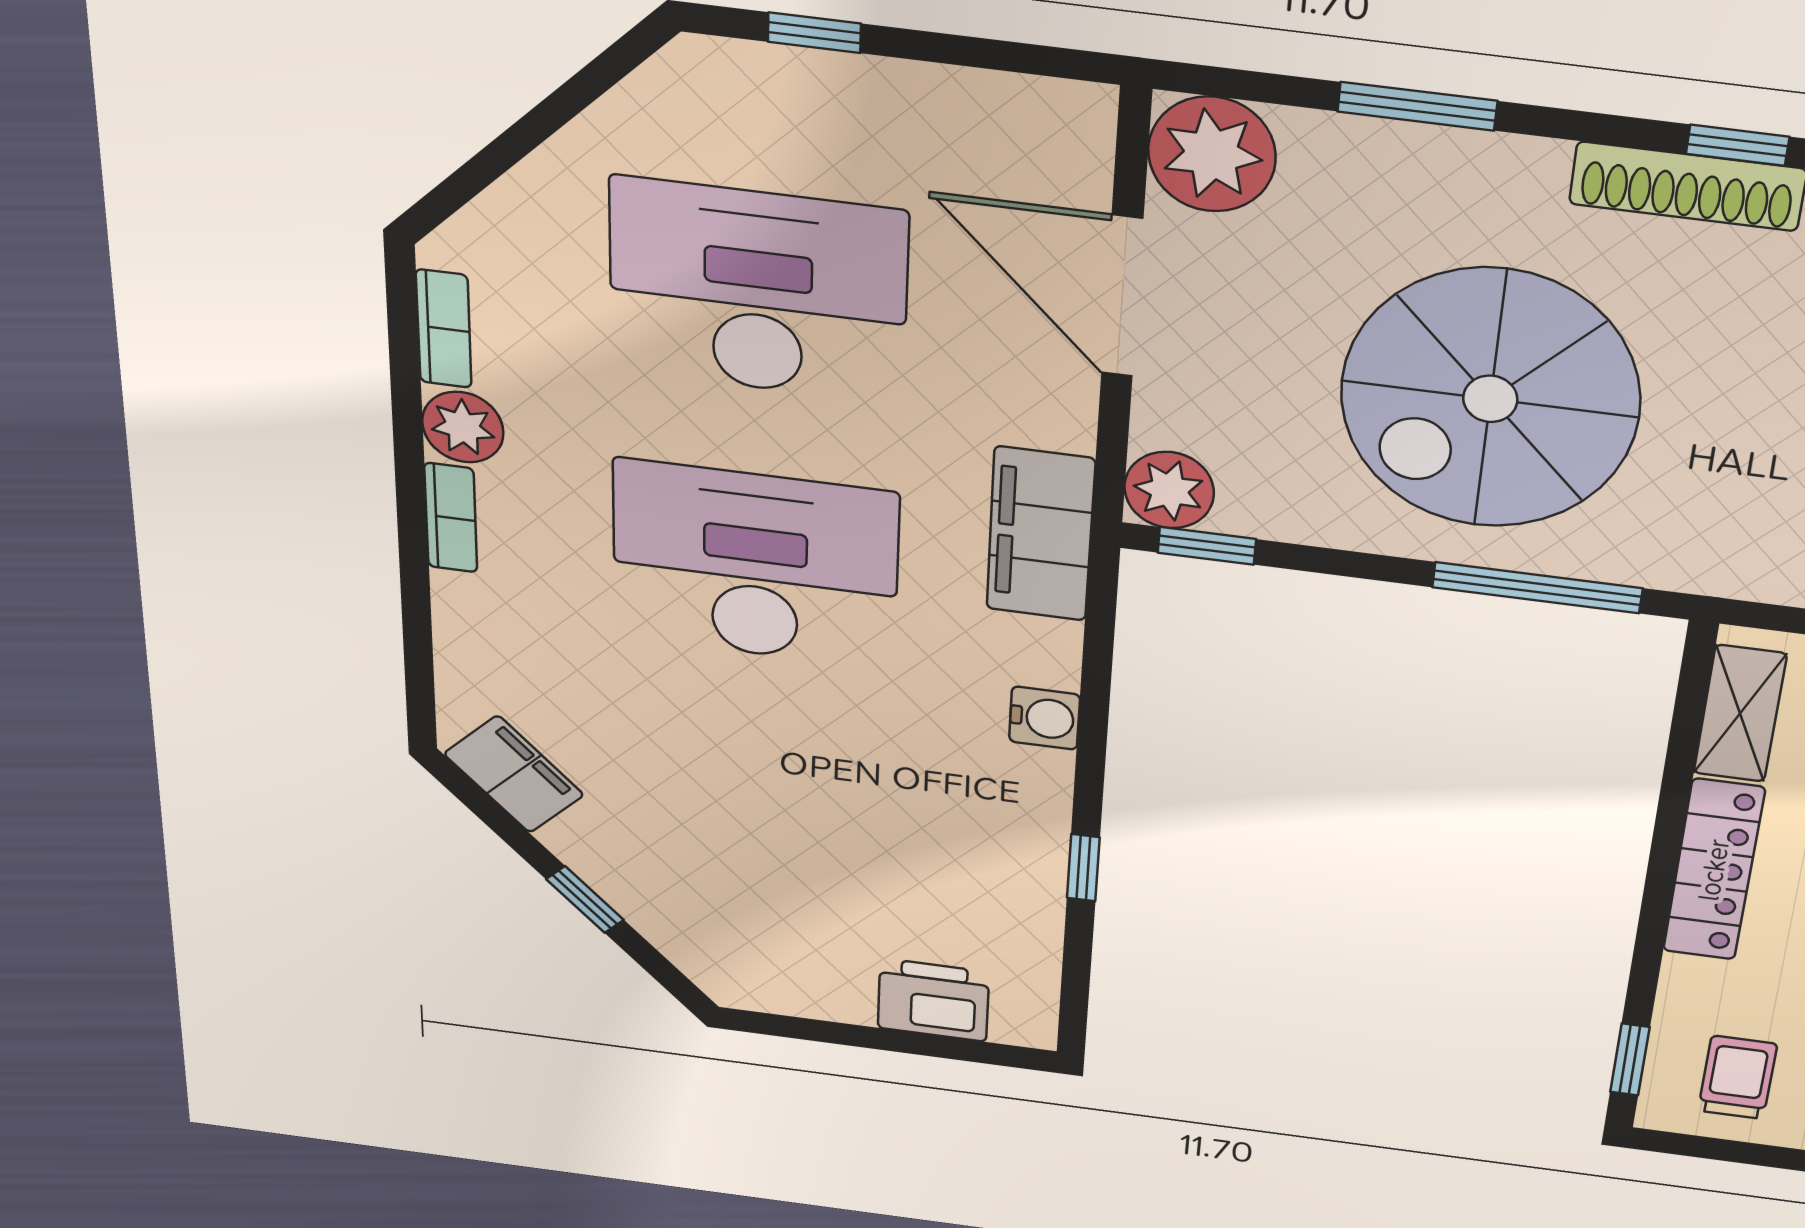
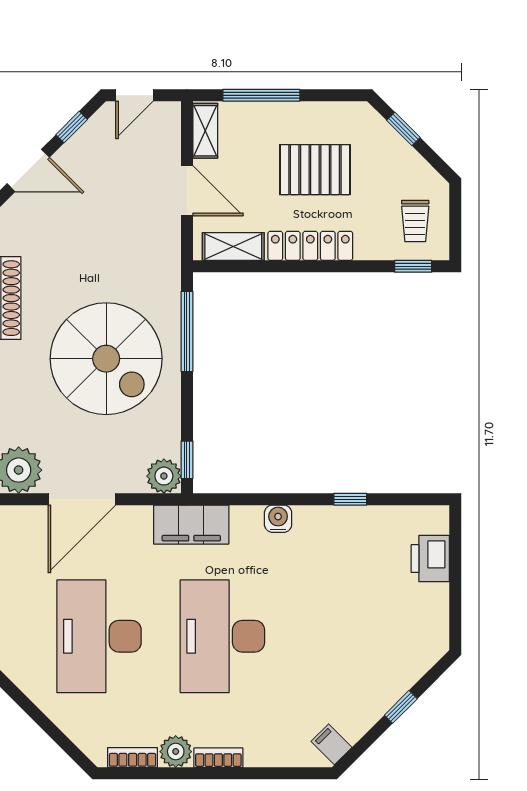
filing cabinet: (514, 774) -> (331, 744), width x0.50
trolley: (1737, 1077) -> (415, 221), turned -90

